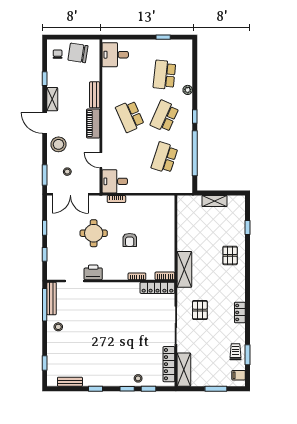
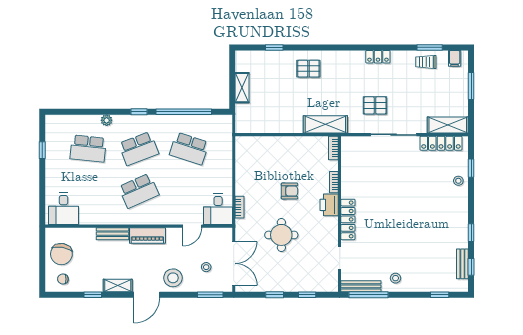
school desk: (165, 116) -> (139, 149), turned -45
printer: (93, 272) -> (329, 205), moved
locker: (157, 288) -> (348, 219), moved
window: (127, 389) -> (471, 267), moved

